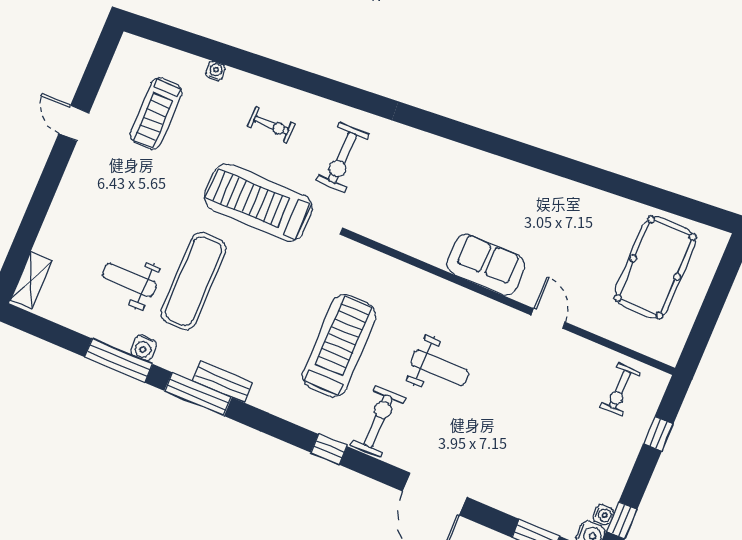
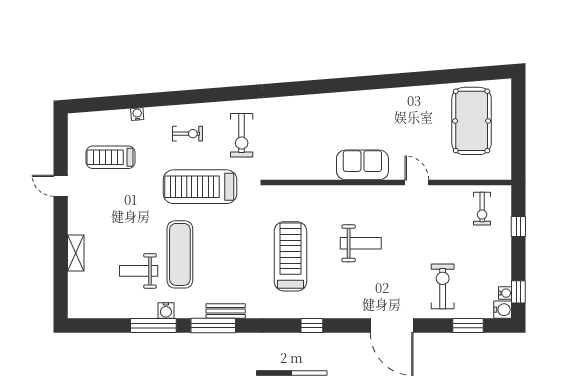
treadmill: (156, 113) -> (110, 157), turned 90
shelving: (31, 280) -> (76, 253), moved
exercise bike: (378, 421) -> (443, 286), moved

